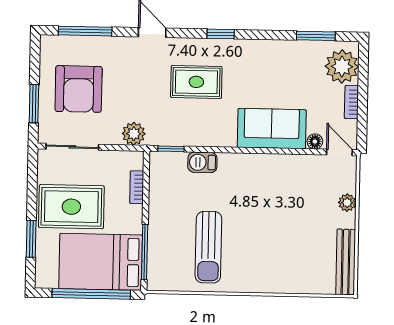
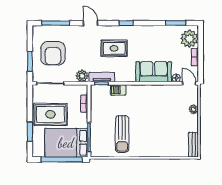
tv unit: (172, 137) -> (102, 77), added
bench: (346, 262) -> (194, 145), width x0.73

